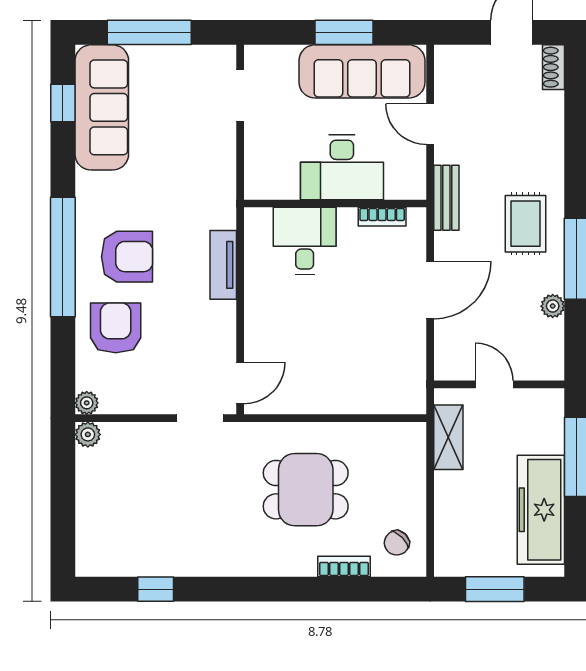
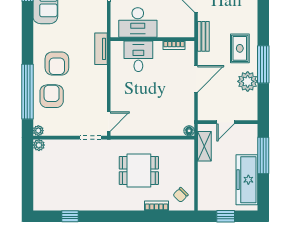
desk: (342, 167) -> (138, 22), moved
window: (63, 257) -> (27, 92), moved
armchair: (127, 257) -> (57, 63), turned 90
tv unit: (223, 265) -> (101, 49), moved
plant: (553, 306) -> (248, 81), width x1.88, depth x1.88
door: (494, 384) -> (225, 122), swing flipped
floor lamp: (415, 403) -> (189, 131), added
window: (495, 589) -> (226, 216), width x0.67

